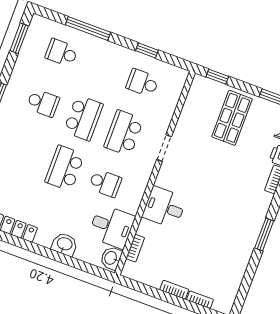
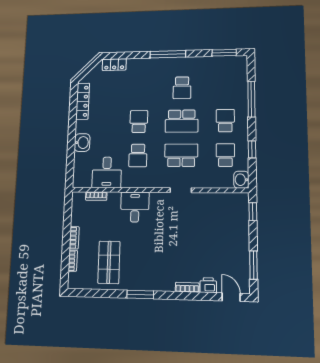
school desk: (62, 53) -> (225, 121), moved
shop shelf: (232, 118) -> (109, 262), moved, turned 90
school desk: (65, 168) -> (139, 122), width x0.54
washbasin: (111, 258) -> (241, 180), moved, turned -90

